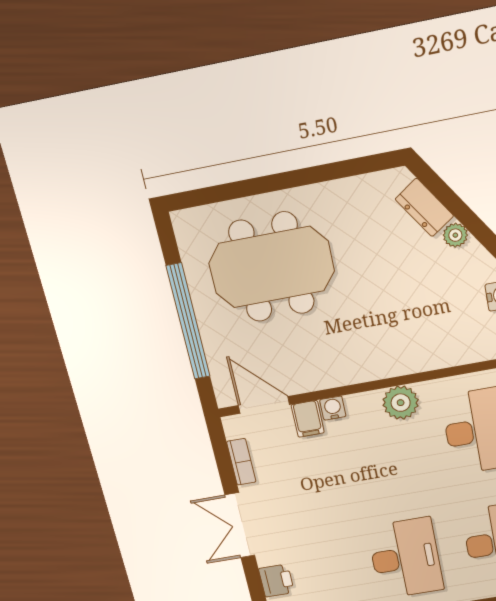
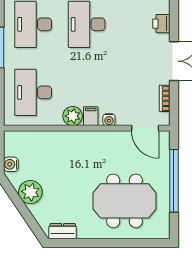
dresser: (424, 207) -> (63, 231), moved, turned -56
plant: (455, 235) -> (30, 192), width x1.88, depth x1.88
filing cabinet: (308, 419) -> (91, 116), moved

